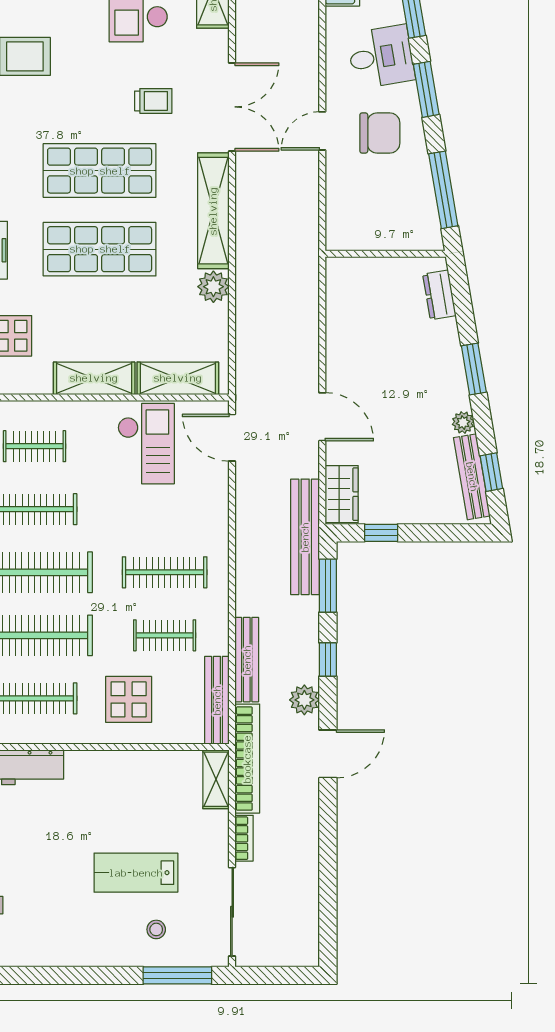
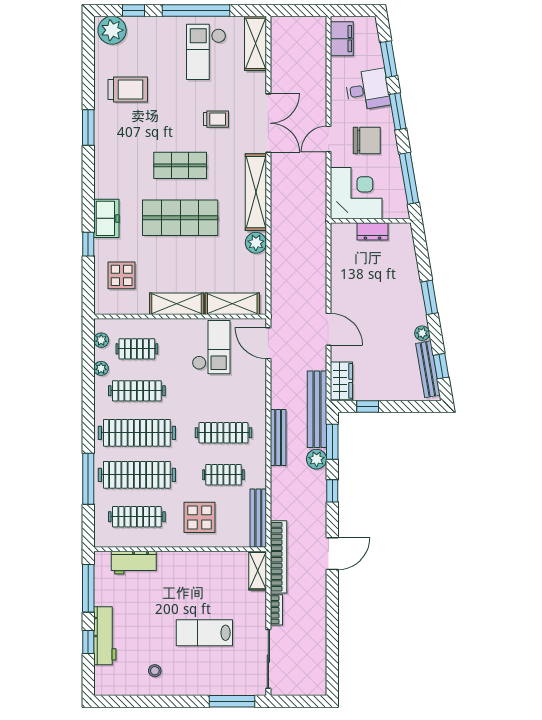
shop shelf: (100, 171) -> (180, 165), width x0.70, depth x0.74
corner desk: (364, 212) -> (356, 193), added
dresser: (439, 295) -> (372, 231), moved, turned -80
bench: (247, 660) -> (278, 437), moved
plant: (304, 700) -> (317, 459), moved
stool: (156, 929) -> (155, 671), moved

